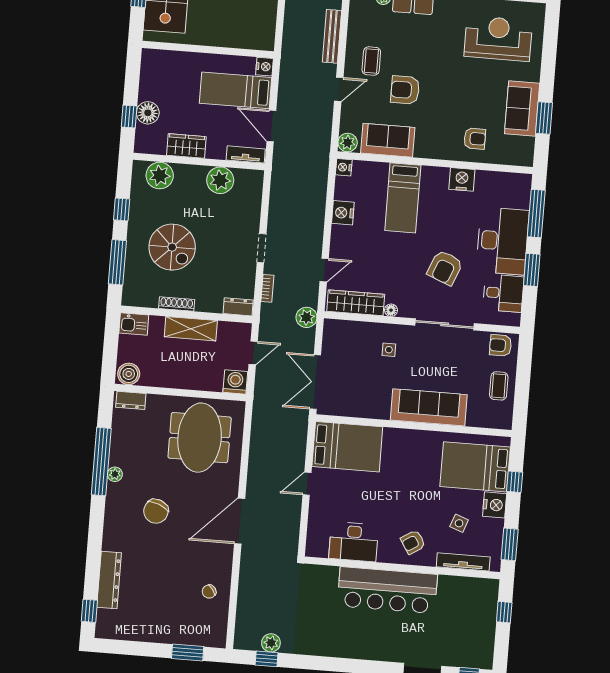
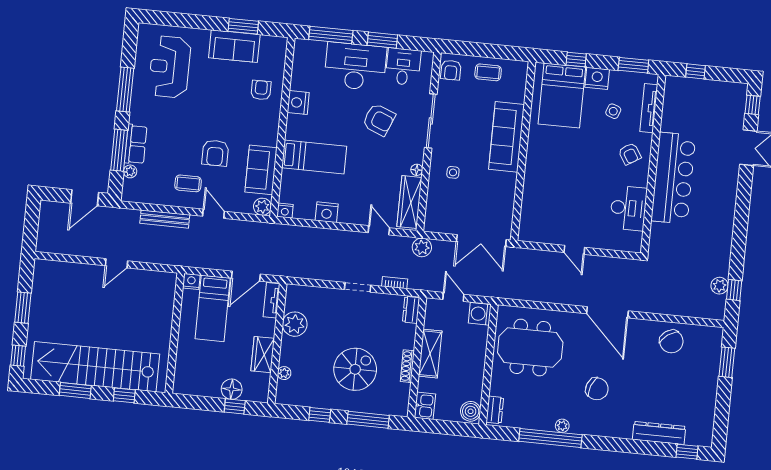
plant: (160, 176) -> (284, 373), width x0.53, depth x0.53
bed: (347, 447) -> (541, 212), removed
chair: (209, 592) -> (671, 341), width x1.87, depth x1.87

